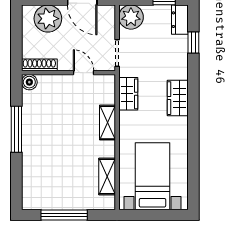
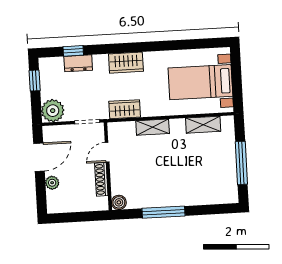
plant: (48, 19) -> (52, 183), width x0.53, depth x0.53
dresser: (180, 20) -> (78, 63), moved
shoe rack: (39, 65) -> (101, 179), moved

